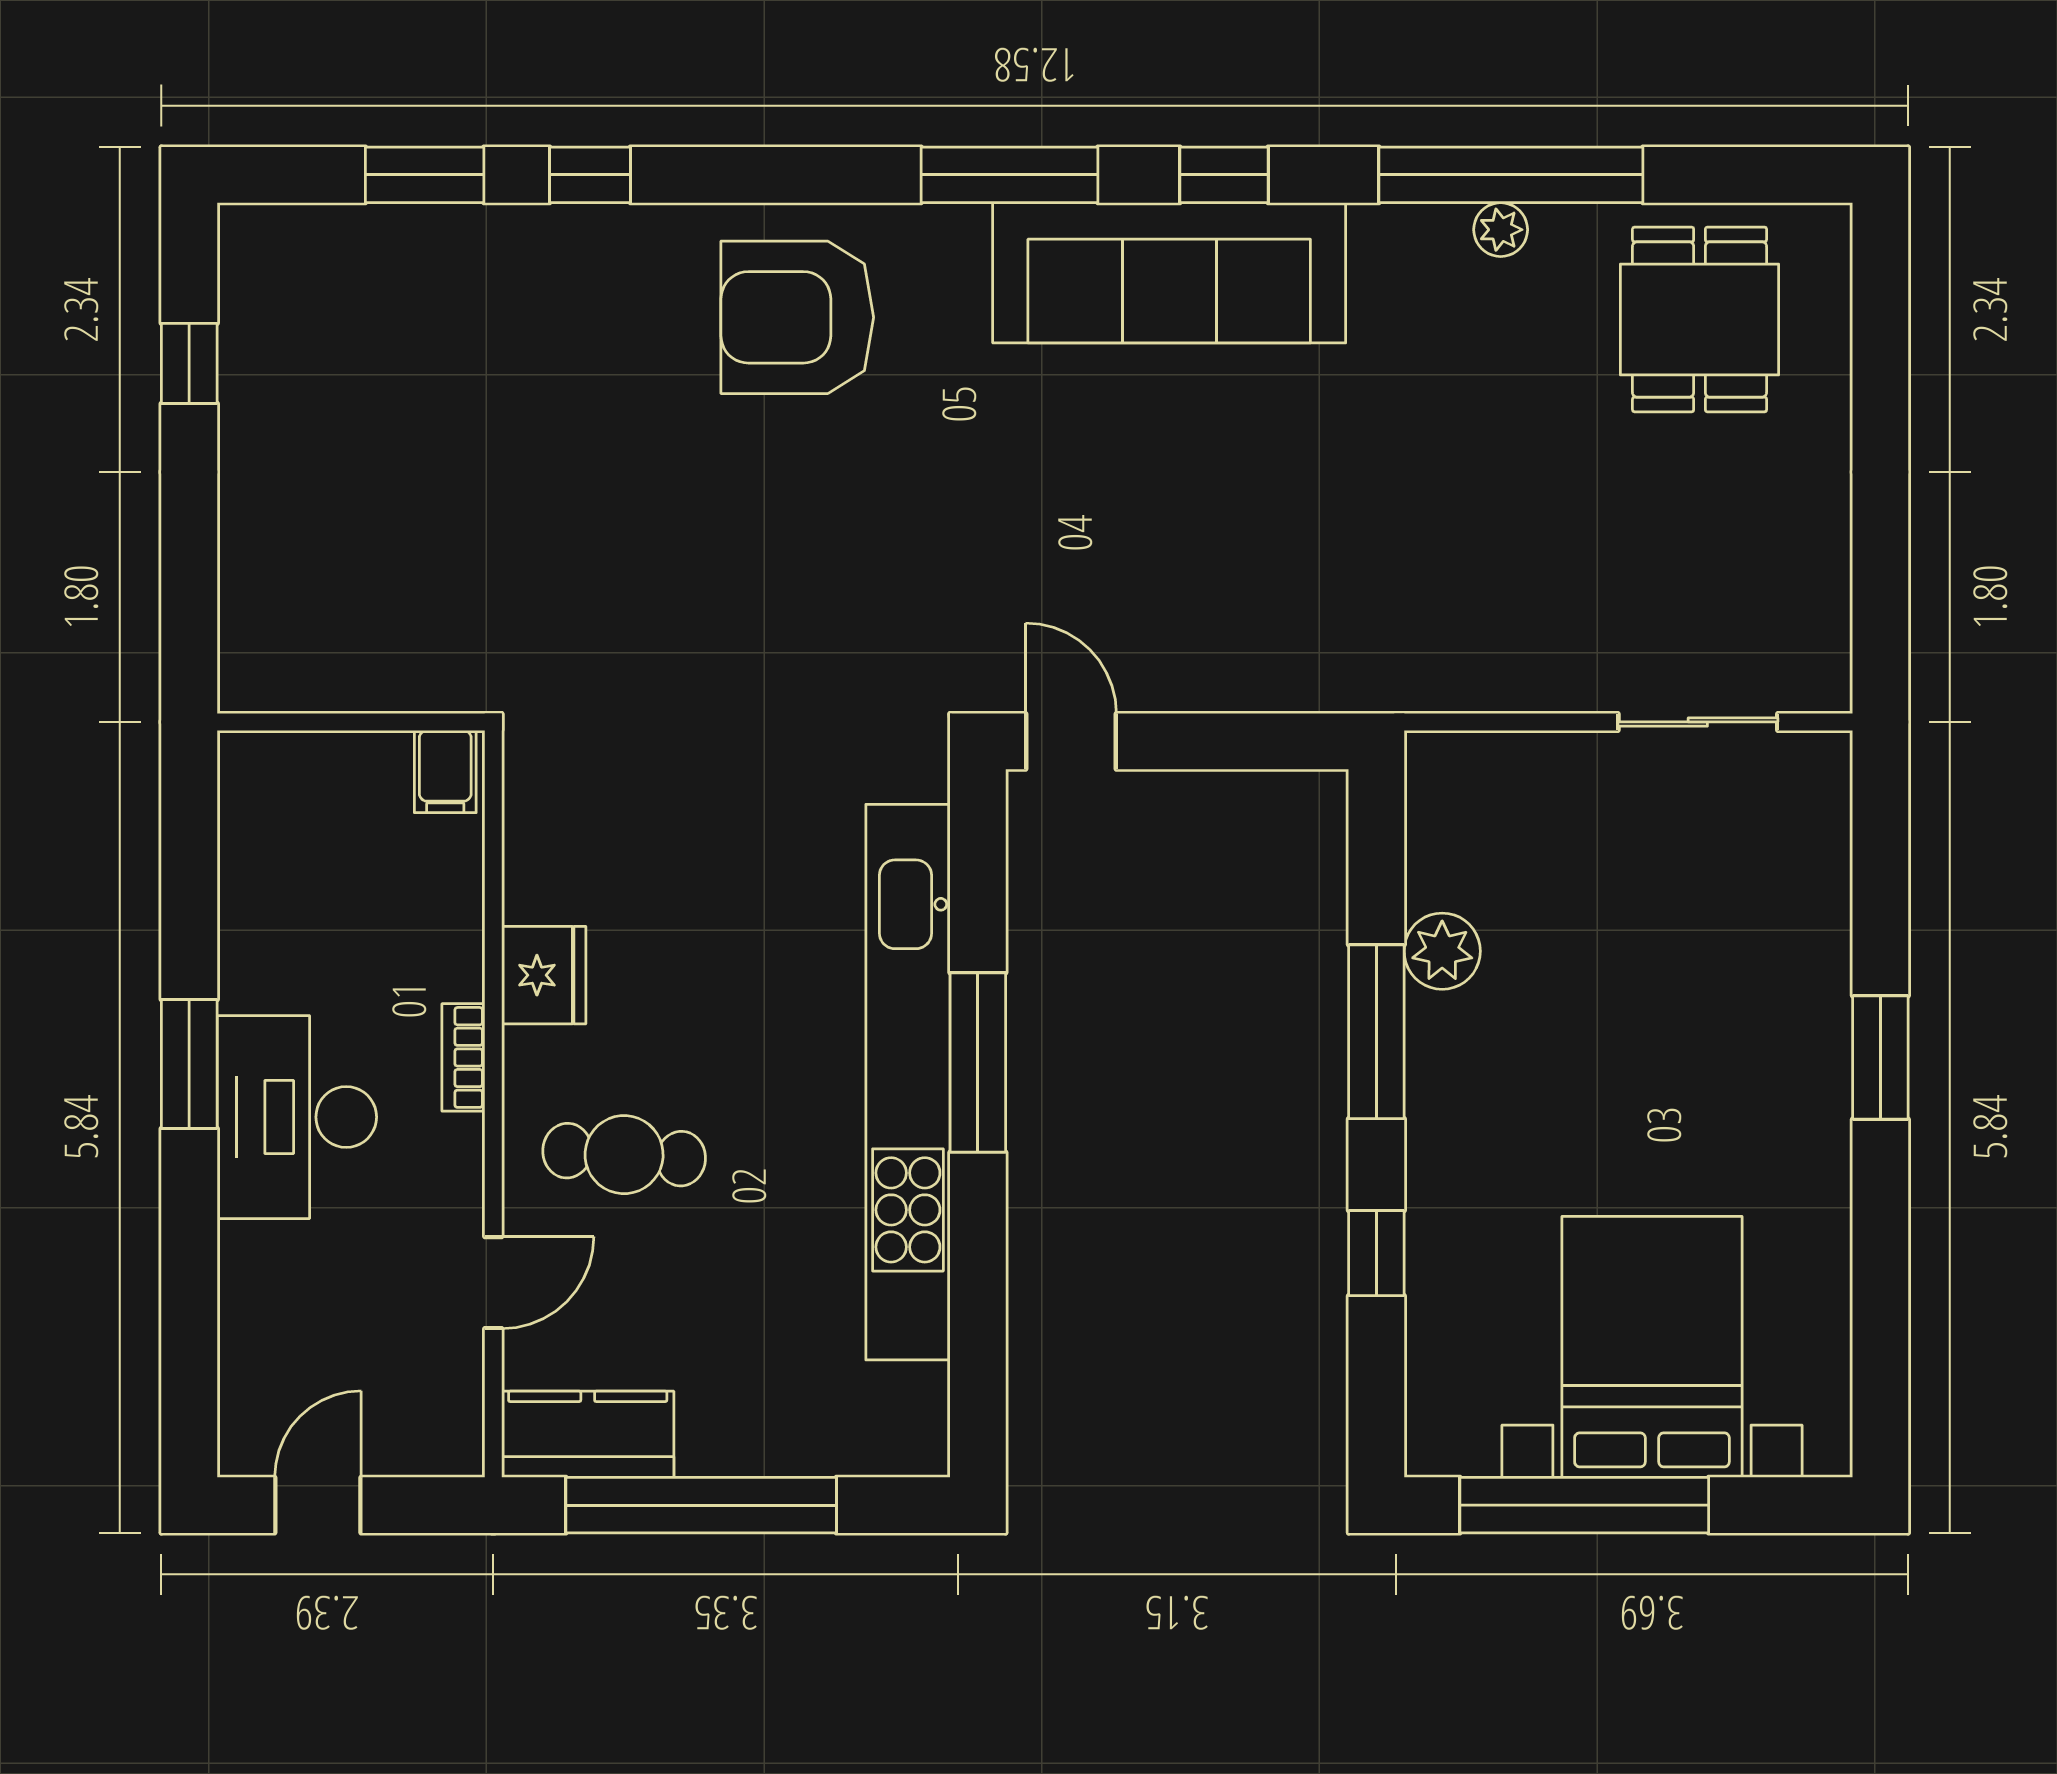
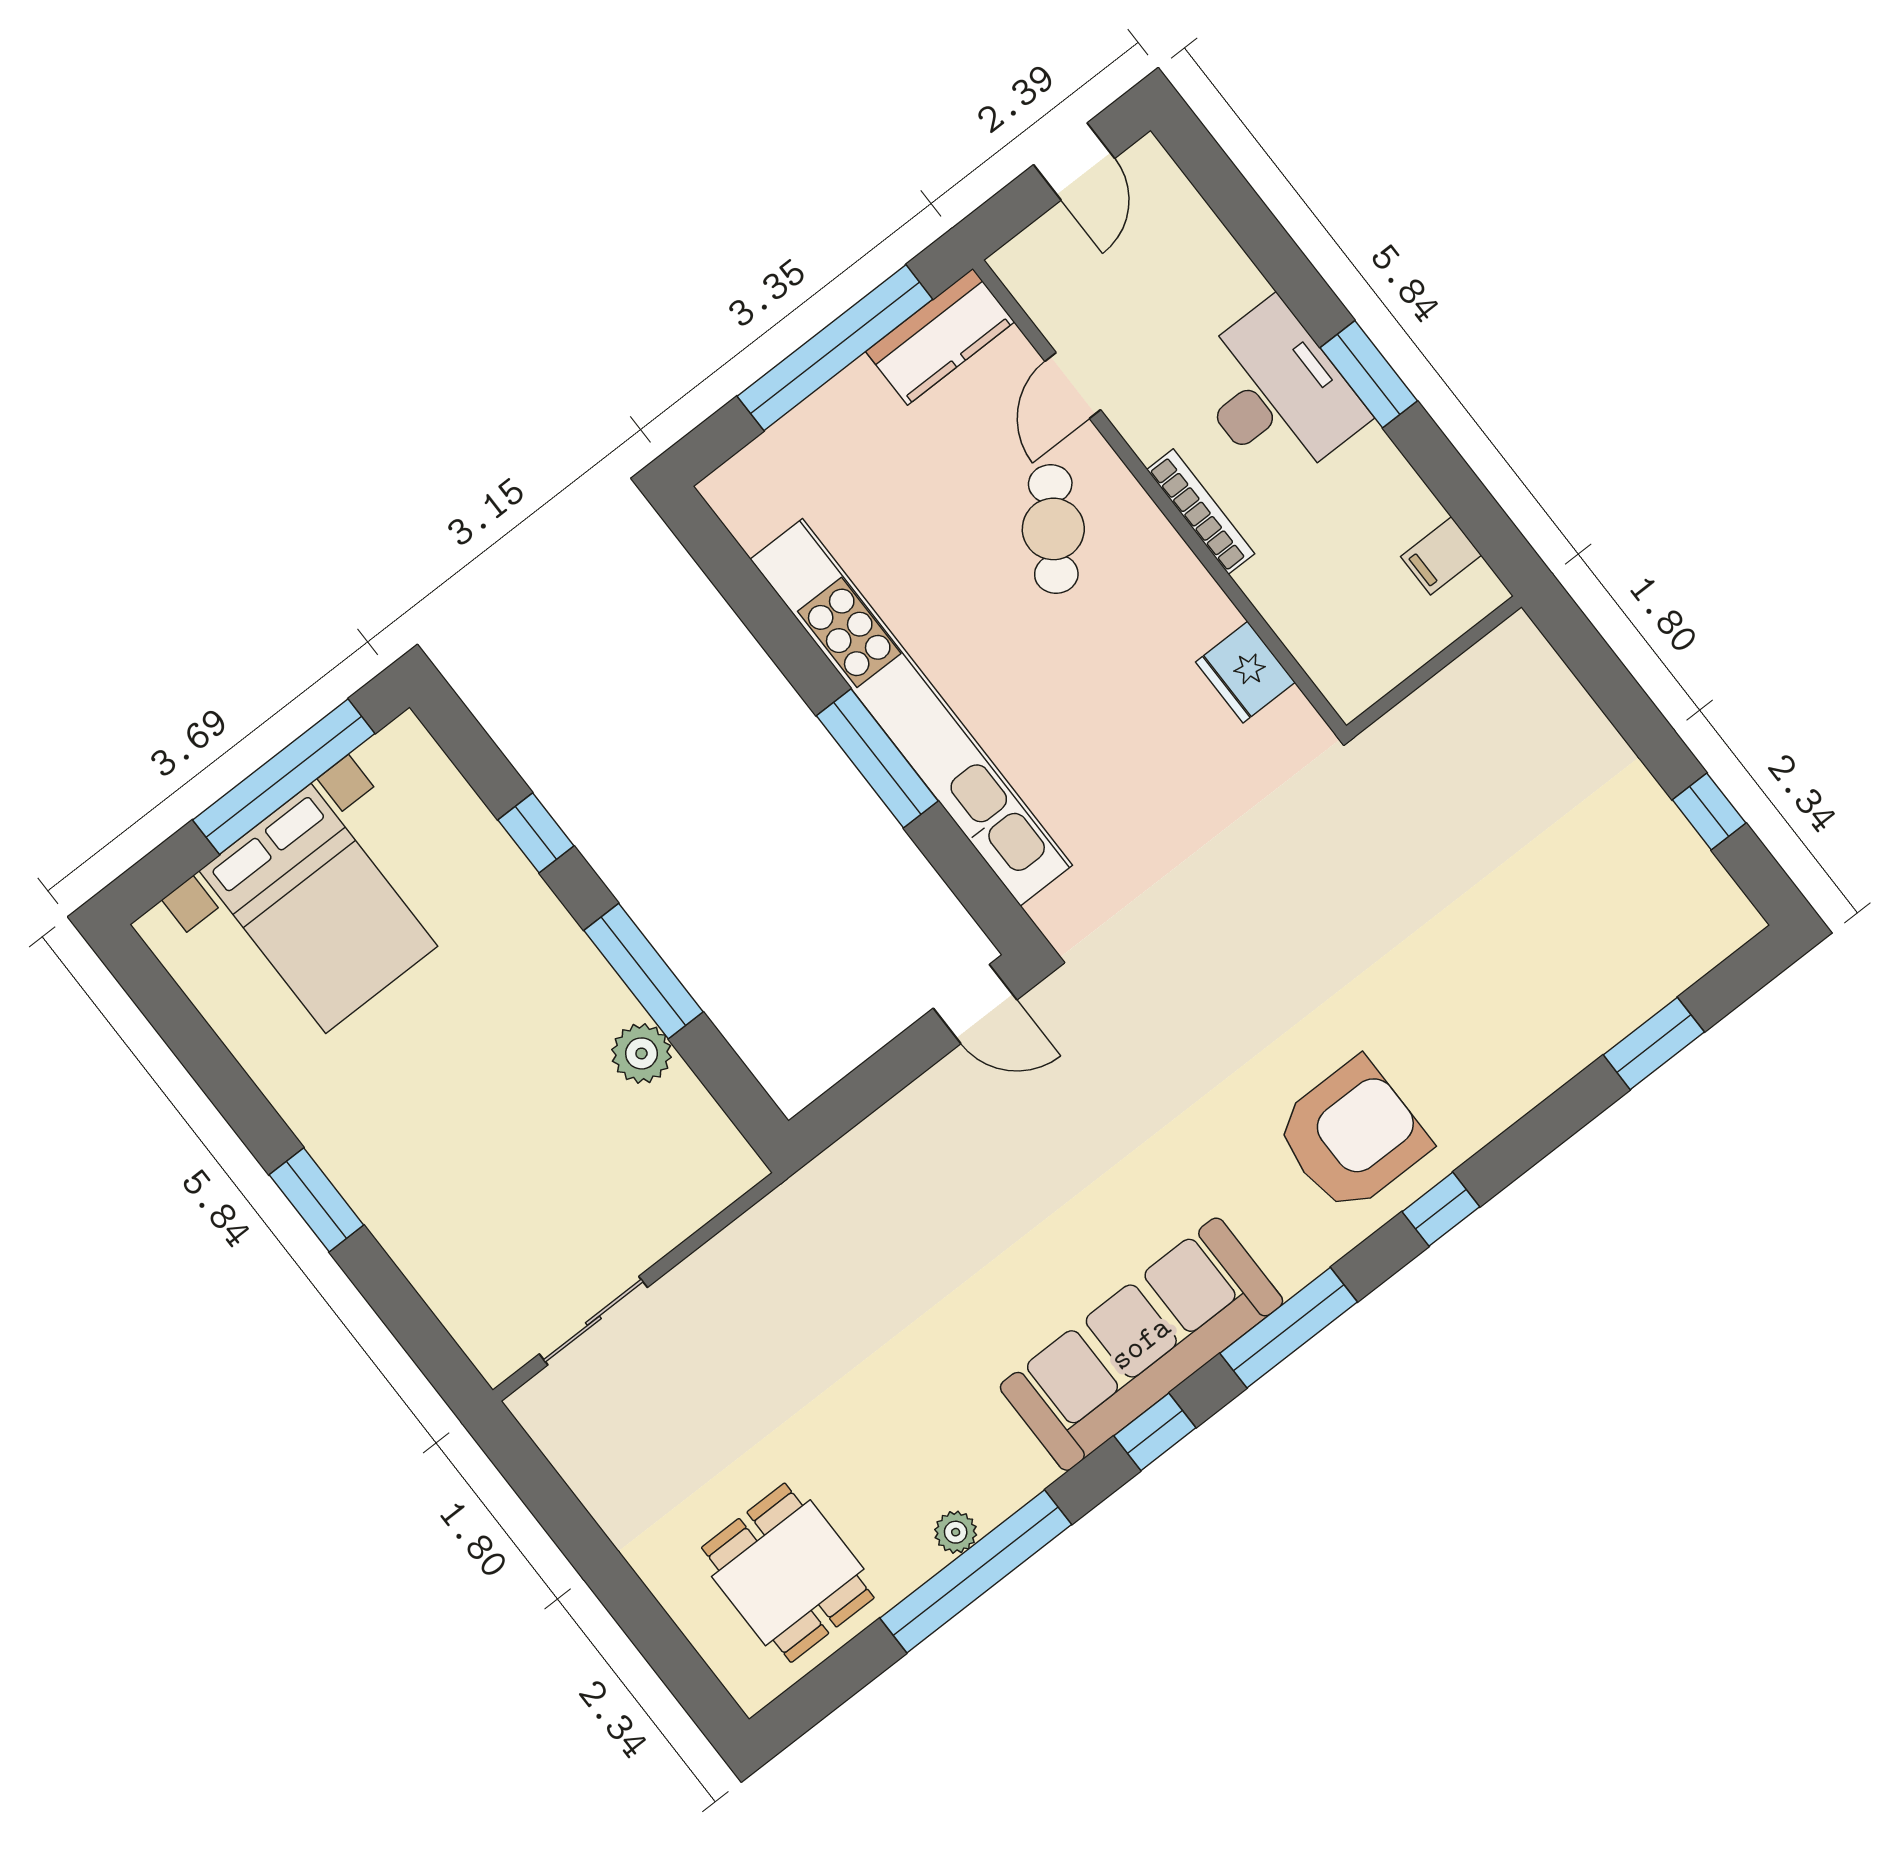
window: (590, 175) -> (1441, 1209), moved
filing cabinet: (445, 772) -> (1441, 556), moved, turned -90
fridge: (544, 975) -> (1245, 672), moved
bookcase: (463, 1057) -> (1201, 512), width x1.56
cafe table: (624, 1155) -> (1053, 529), turned -60

